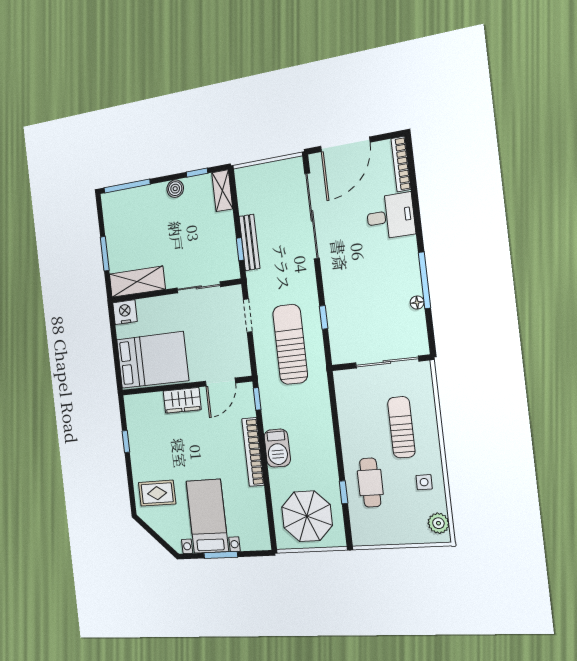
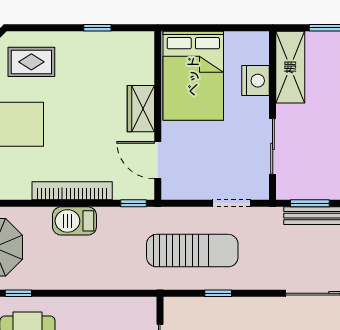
window: (240, 249) -> (310, 203), width x1.50
nightstand: (125, 312) -> (256, 81), moved
rug: (157, 493) -> (31, 62), turned 90

